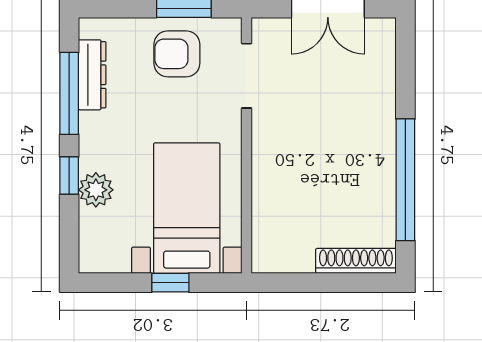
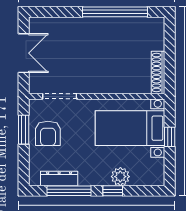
shoe rack: (356, 261) -> (158, 73), moved

